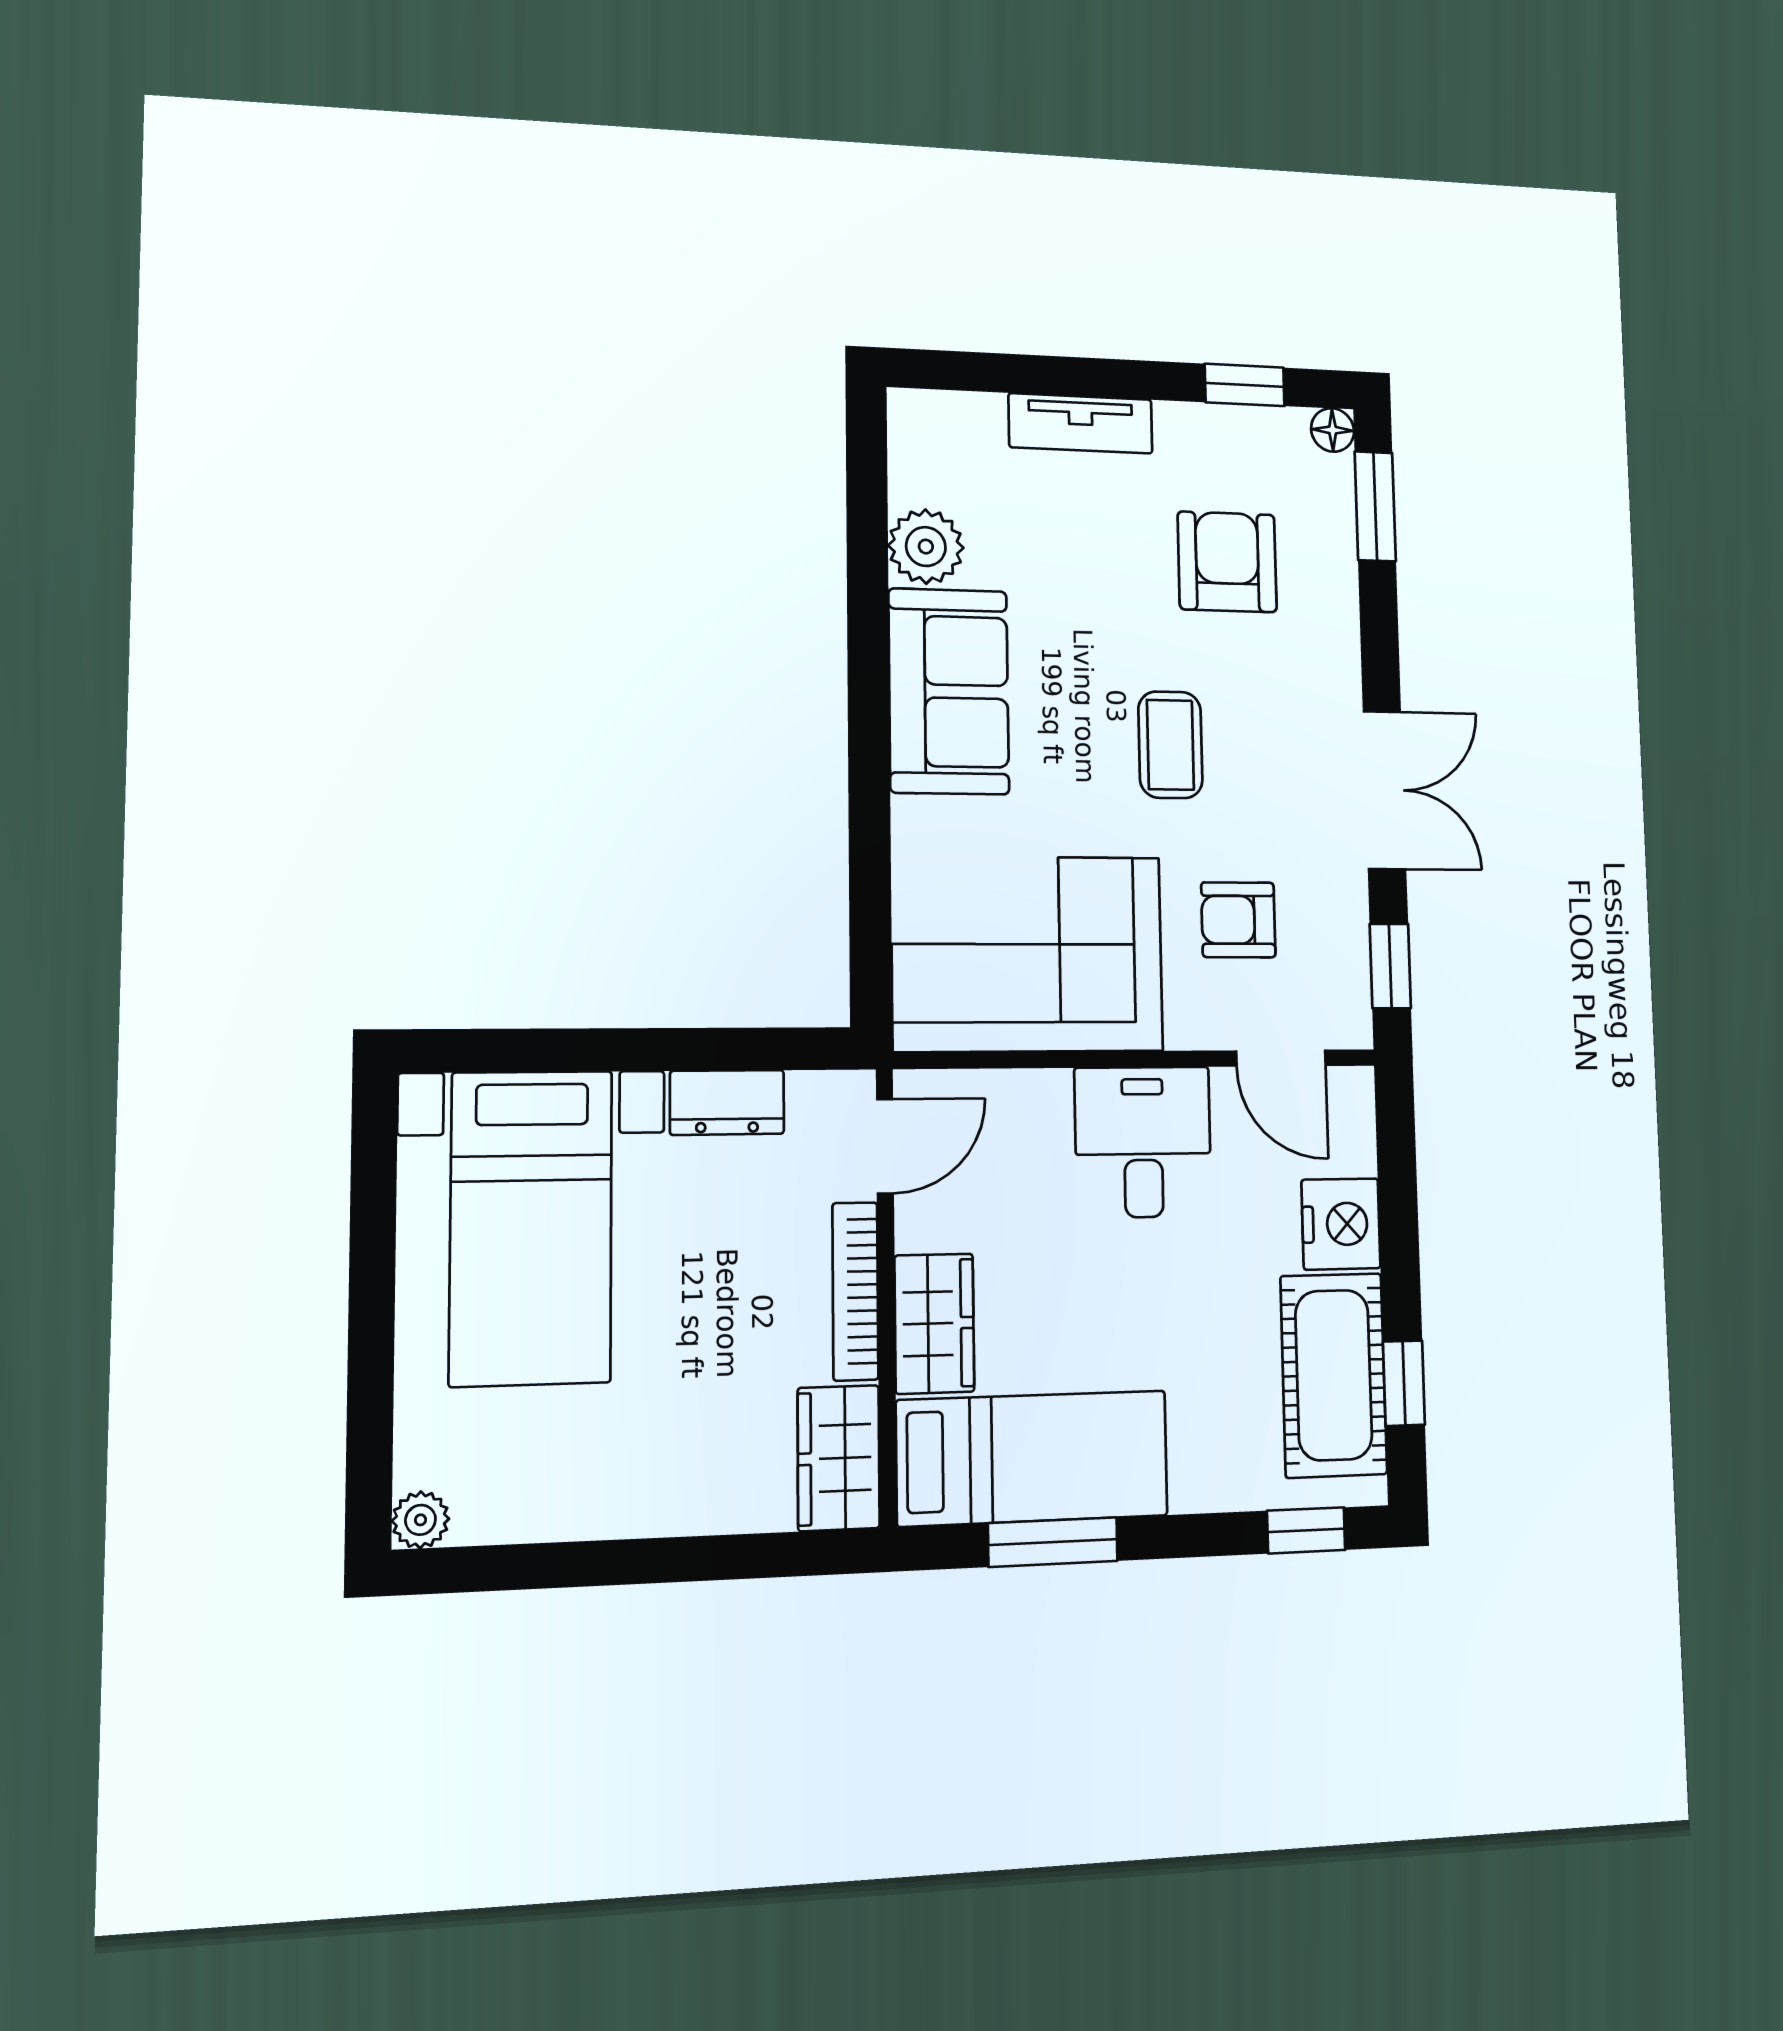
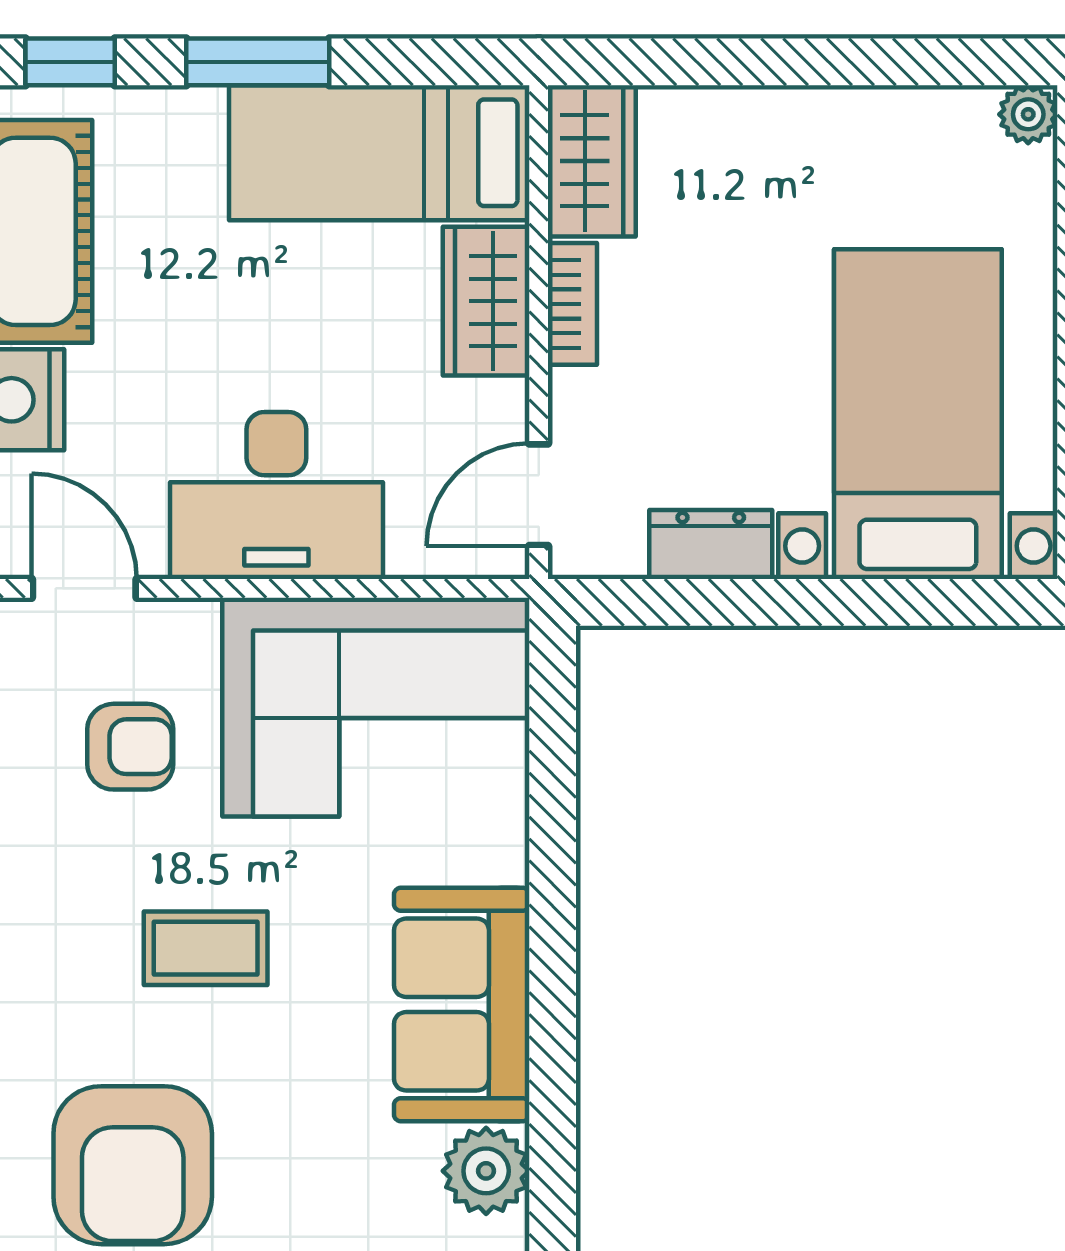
armchair: (1227, 562) -> (133, 1165), width x1.36, depth x1.36
coffee table: (1170, 745) -> (206, 948), turned 90
desk: (1143, 1142) -> (276, 495), width x1.37
bookcase: (855, 1291) -> (572, 304), width x0.64
window: (1053, 1542) -> (258, 62), moved

